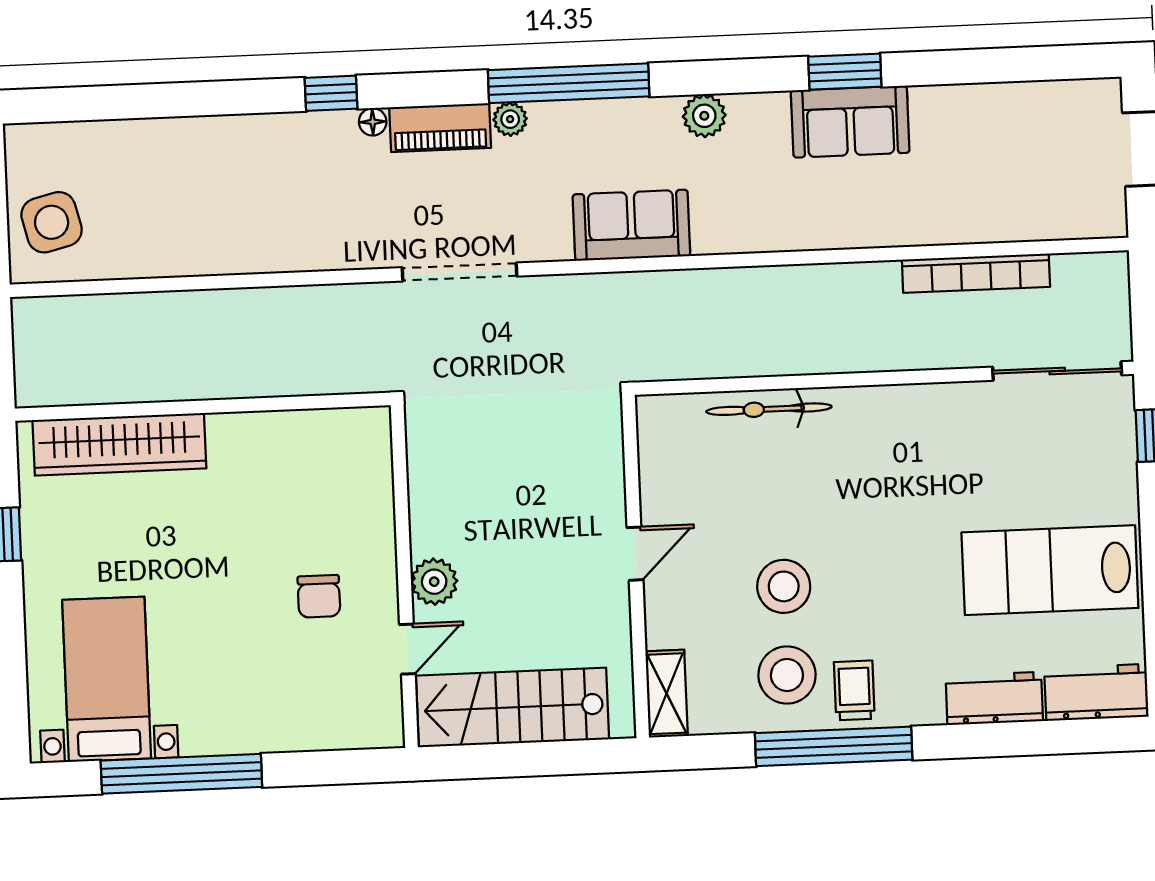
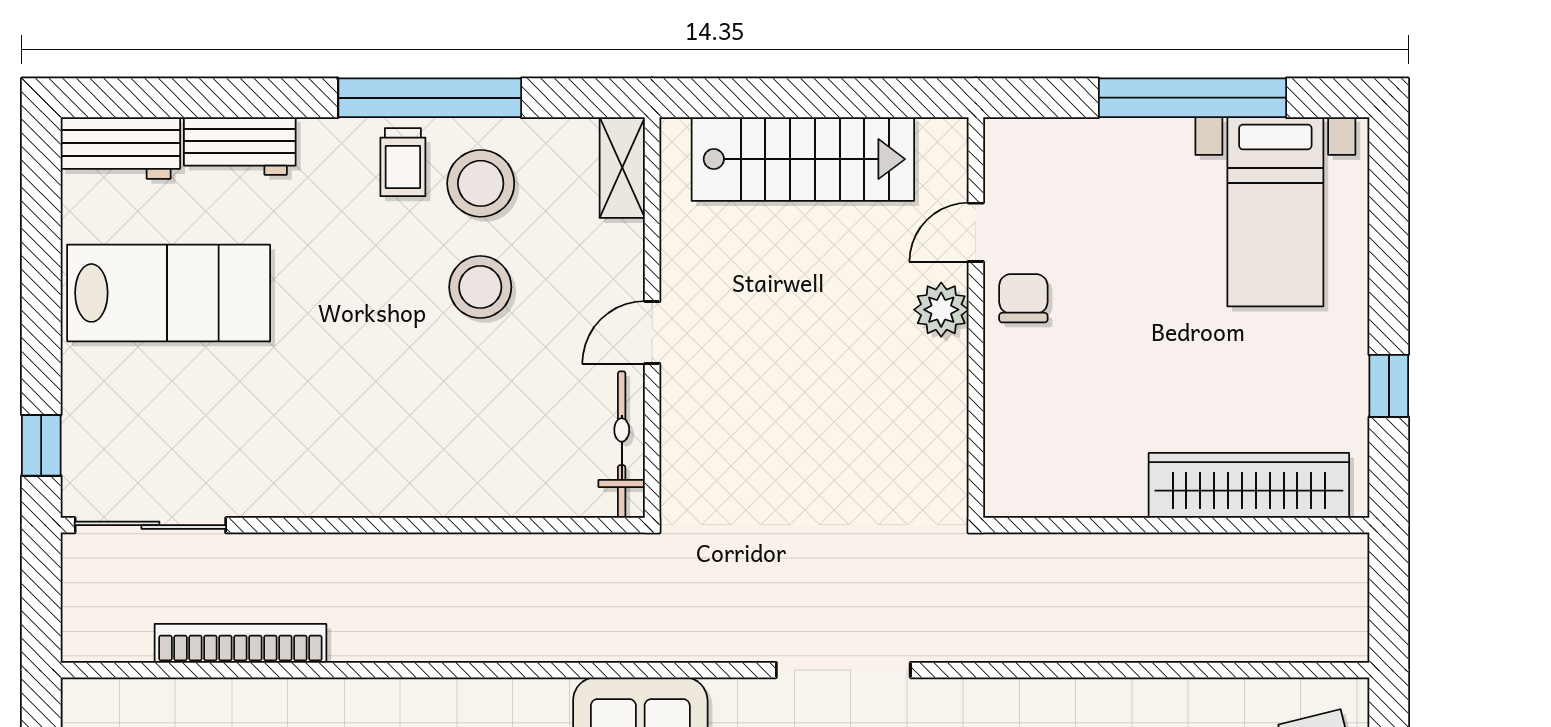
bicycle: (769, 409) -> (622, 445), moved, turned -90
wall: (404, 576) -> (976, 317), moved
plant: (434, 582) -> (941, 310), moved
door: (407, 649) -> (976, 232), moved

